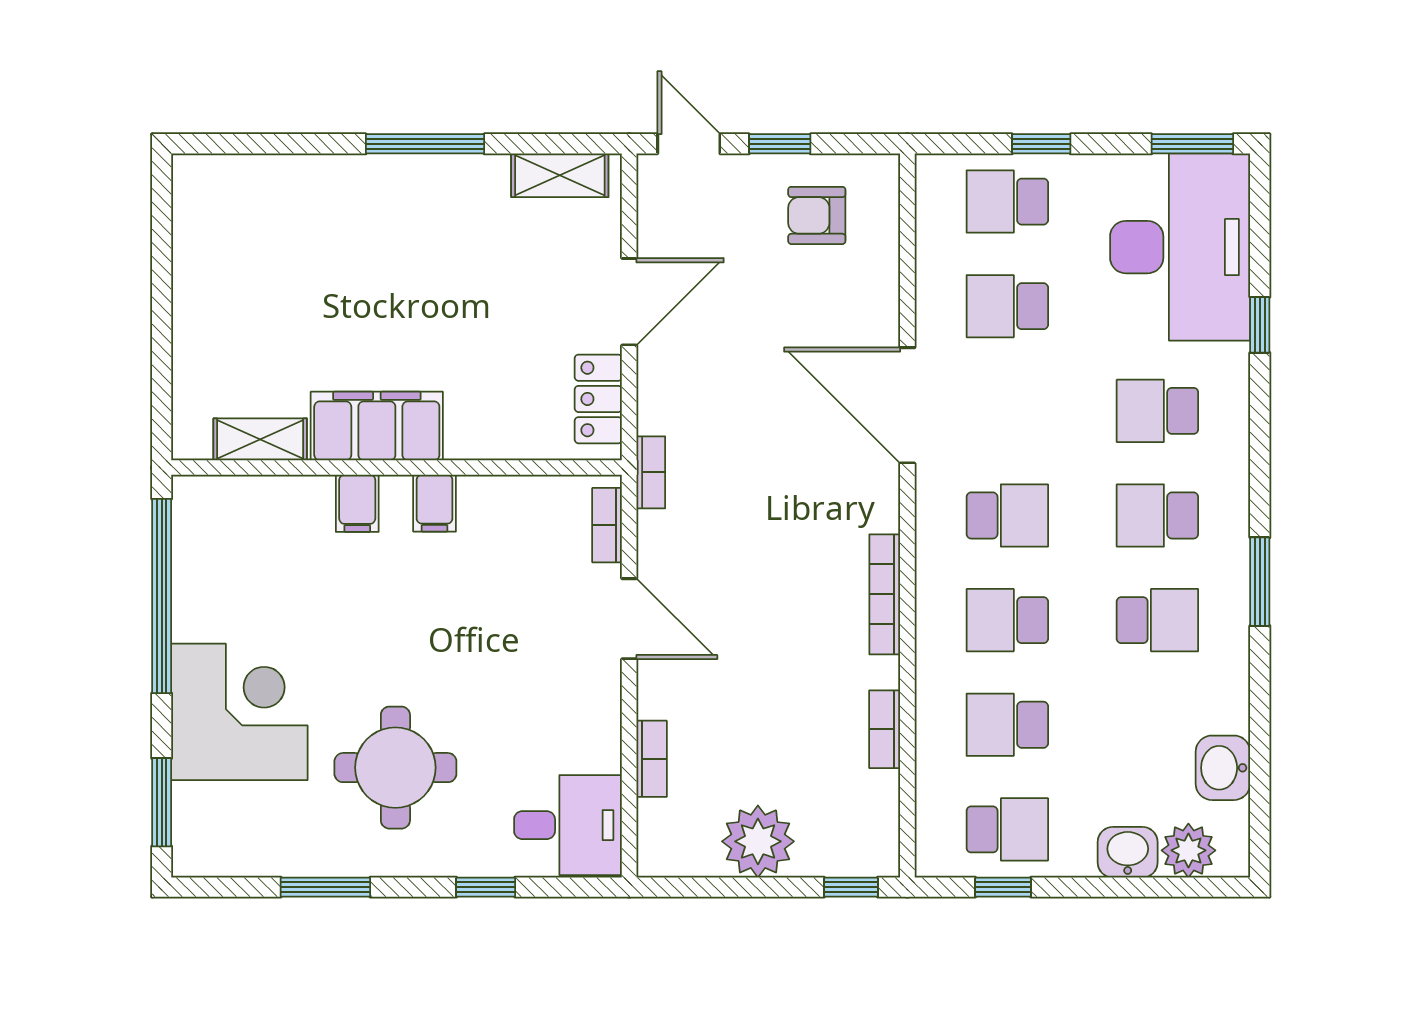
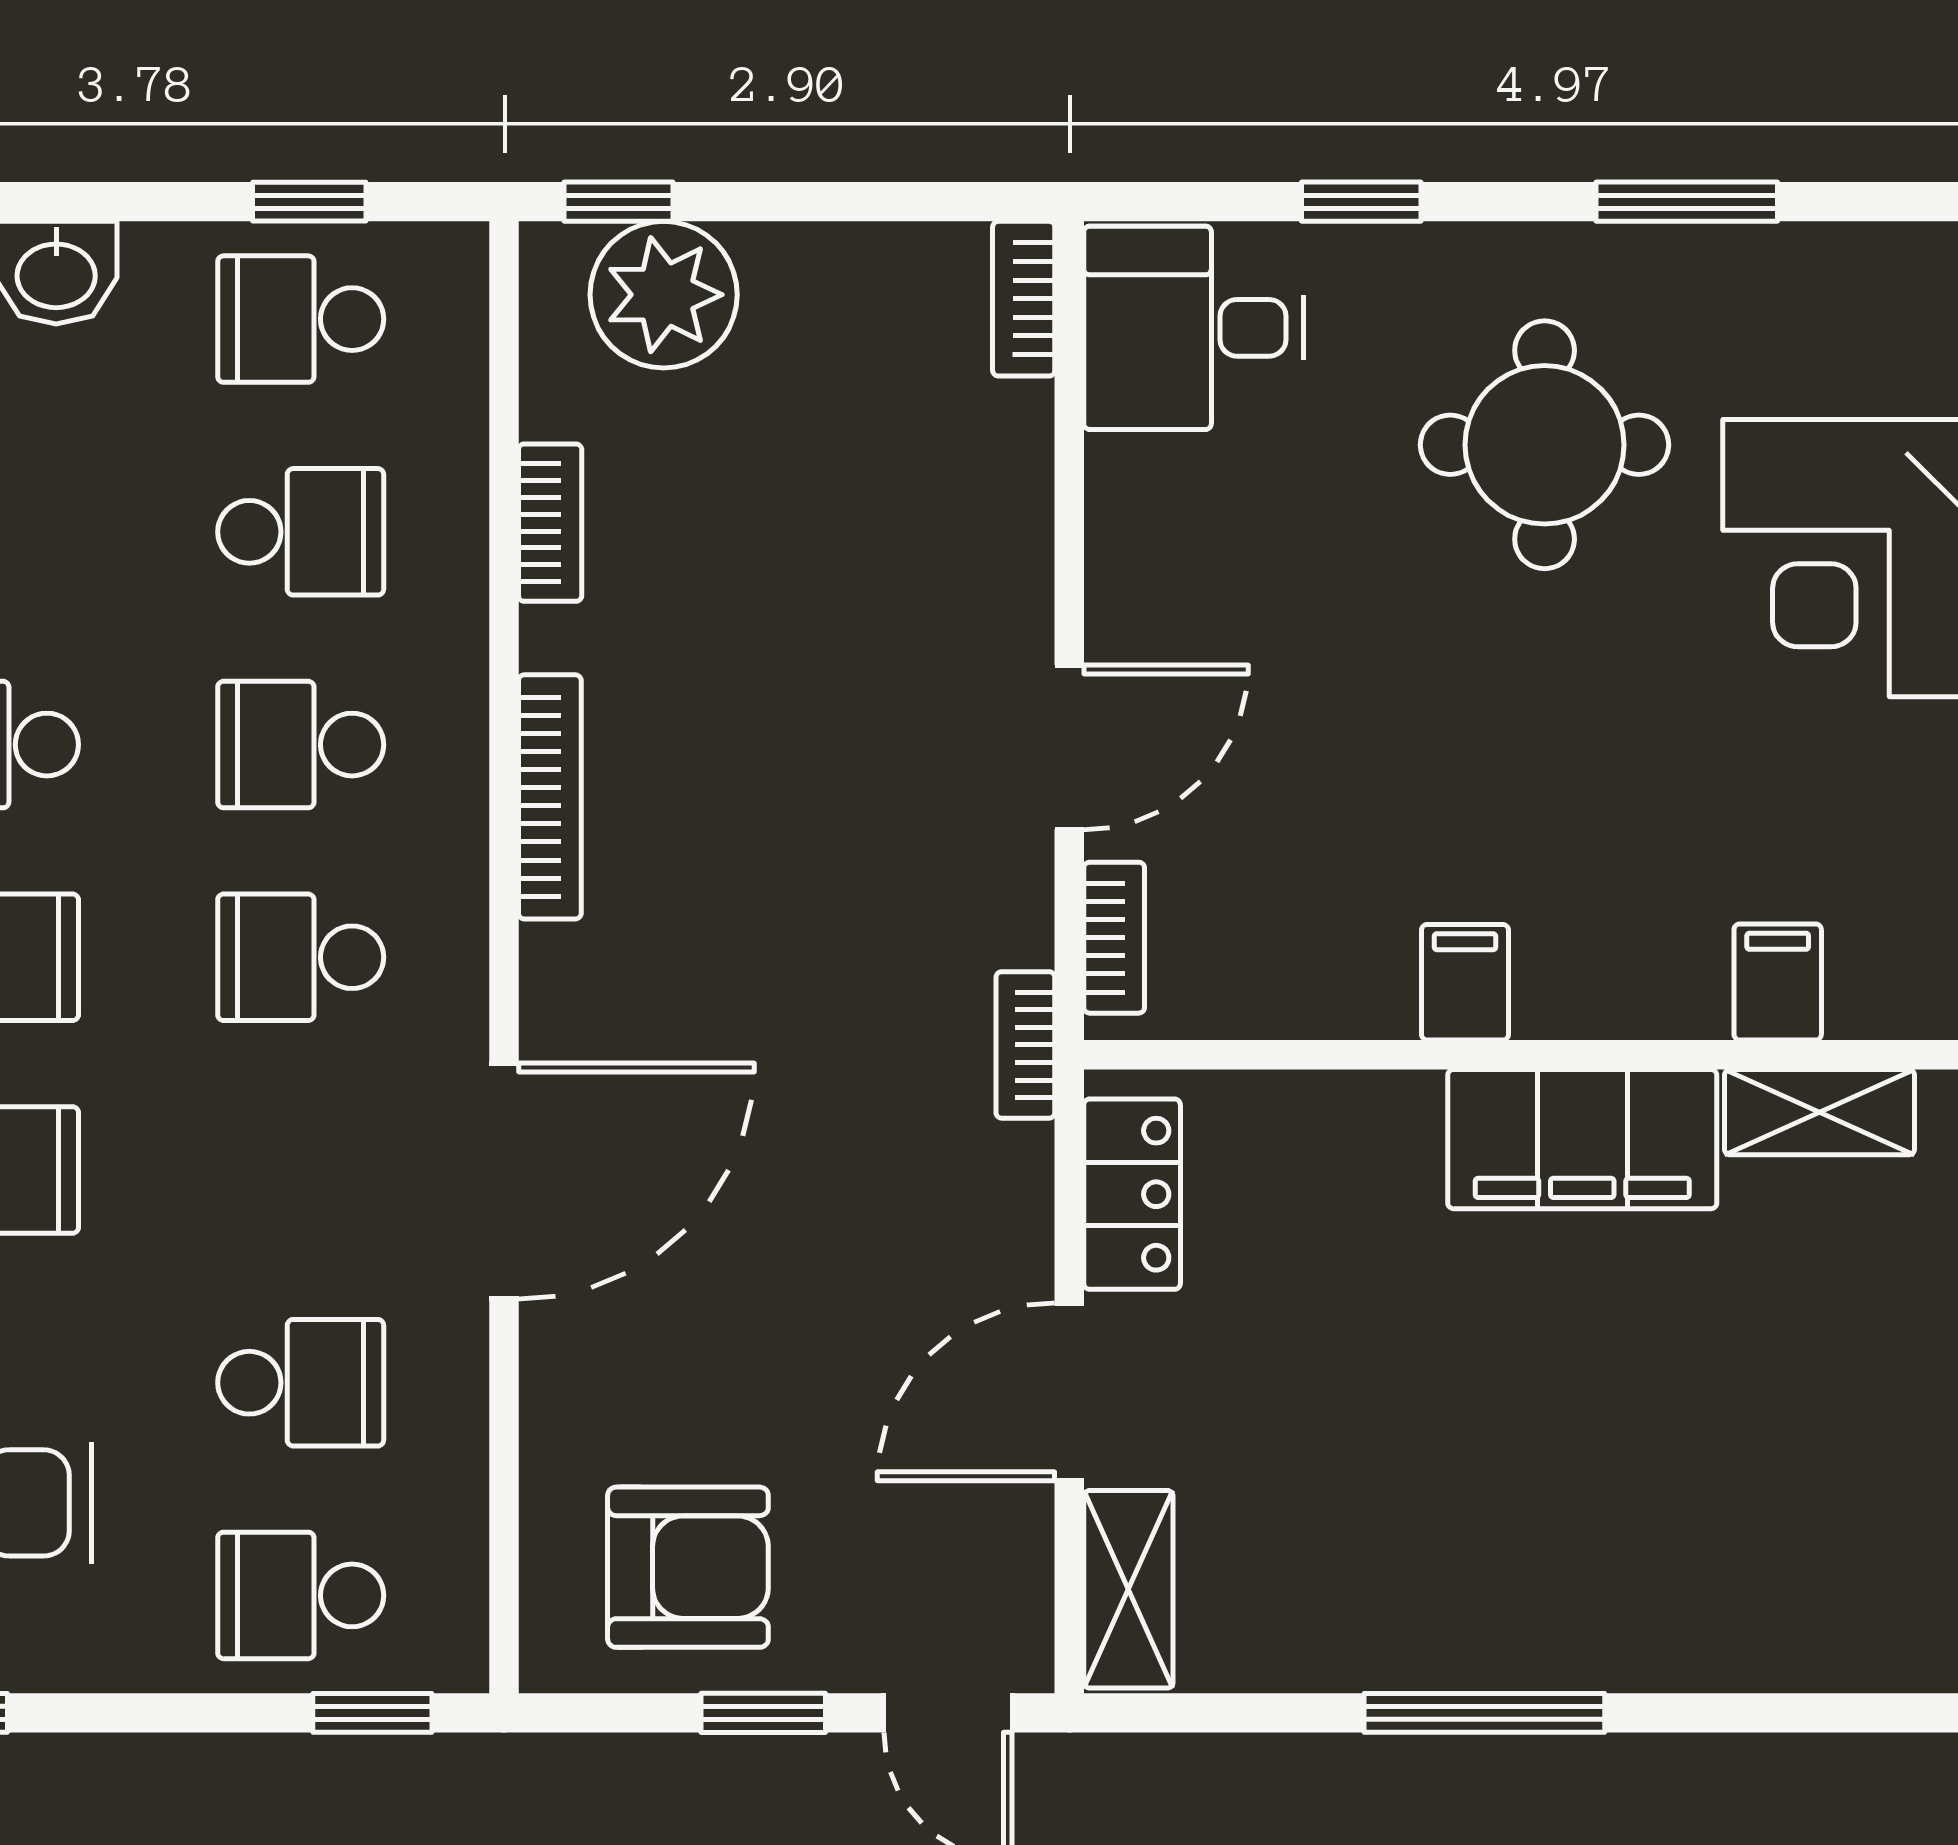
window: (1041, 144) -> (372, 1713), moved
shelving: (560, 175) -> (1128, 1589), moved, turned 90
school desk: (1007, 202) -> (301, 1595), turned 180
armchair: (817, 215) -> (688, 1567), width x1.38, depth x1.38
door: (907, 405) -> (504, 1181), hinge flipped
filing cabinet: (357, 503) -> (1778, 982), moved
door: (629, 619) -> (1069, 747), swing flipped
school desk: (1007, 620) -> (301, 745), turned 180
bookcase: (652, 759) -> (1024, 299), moved
plant: (758, 841) -> (664, 295), moved

